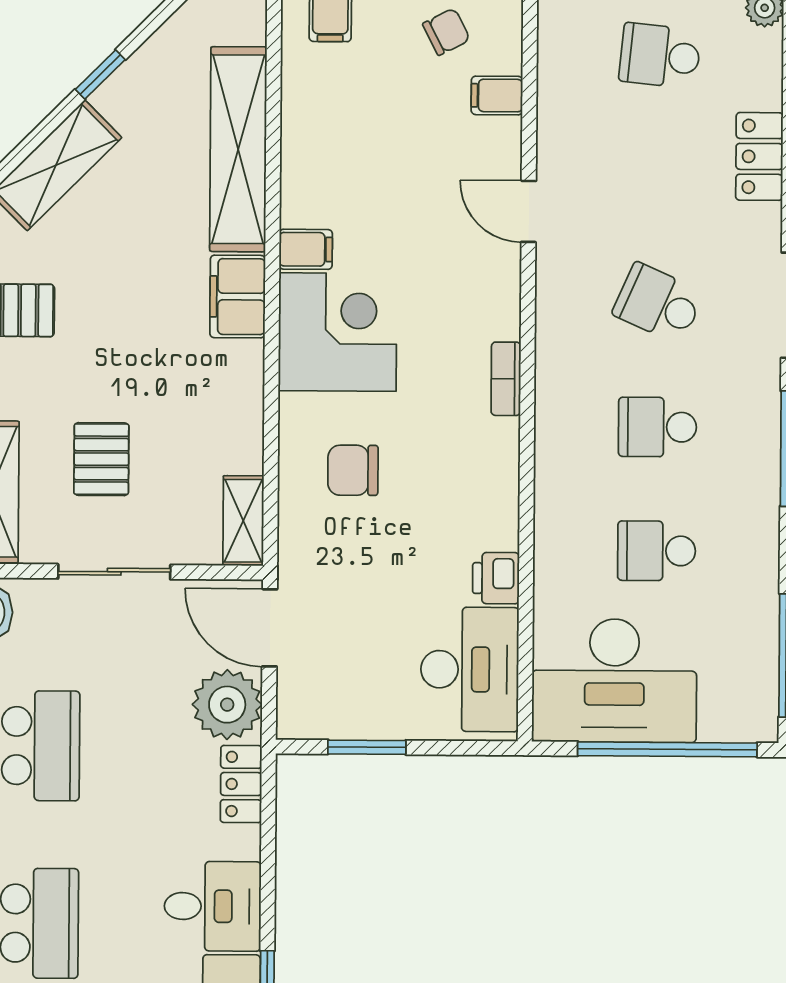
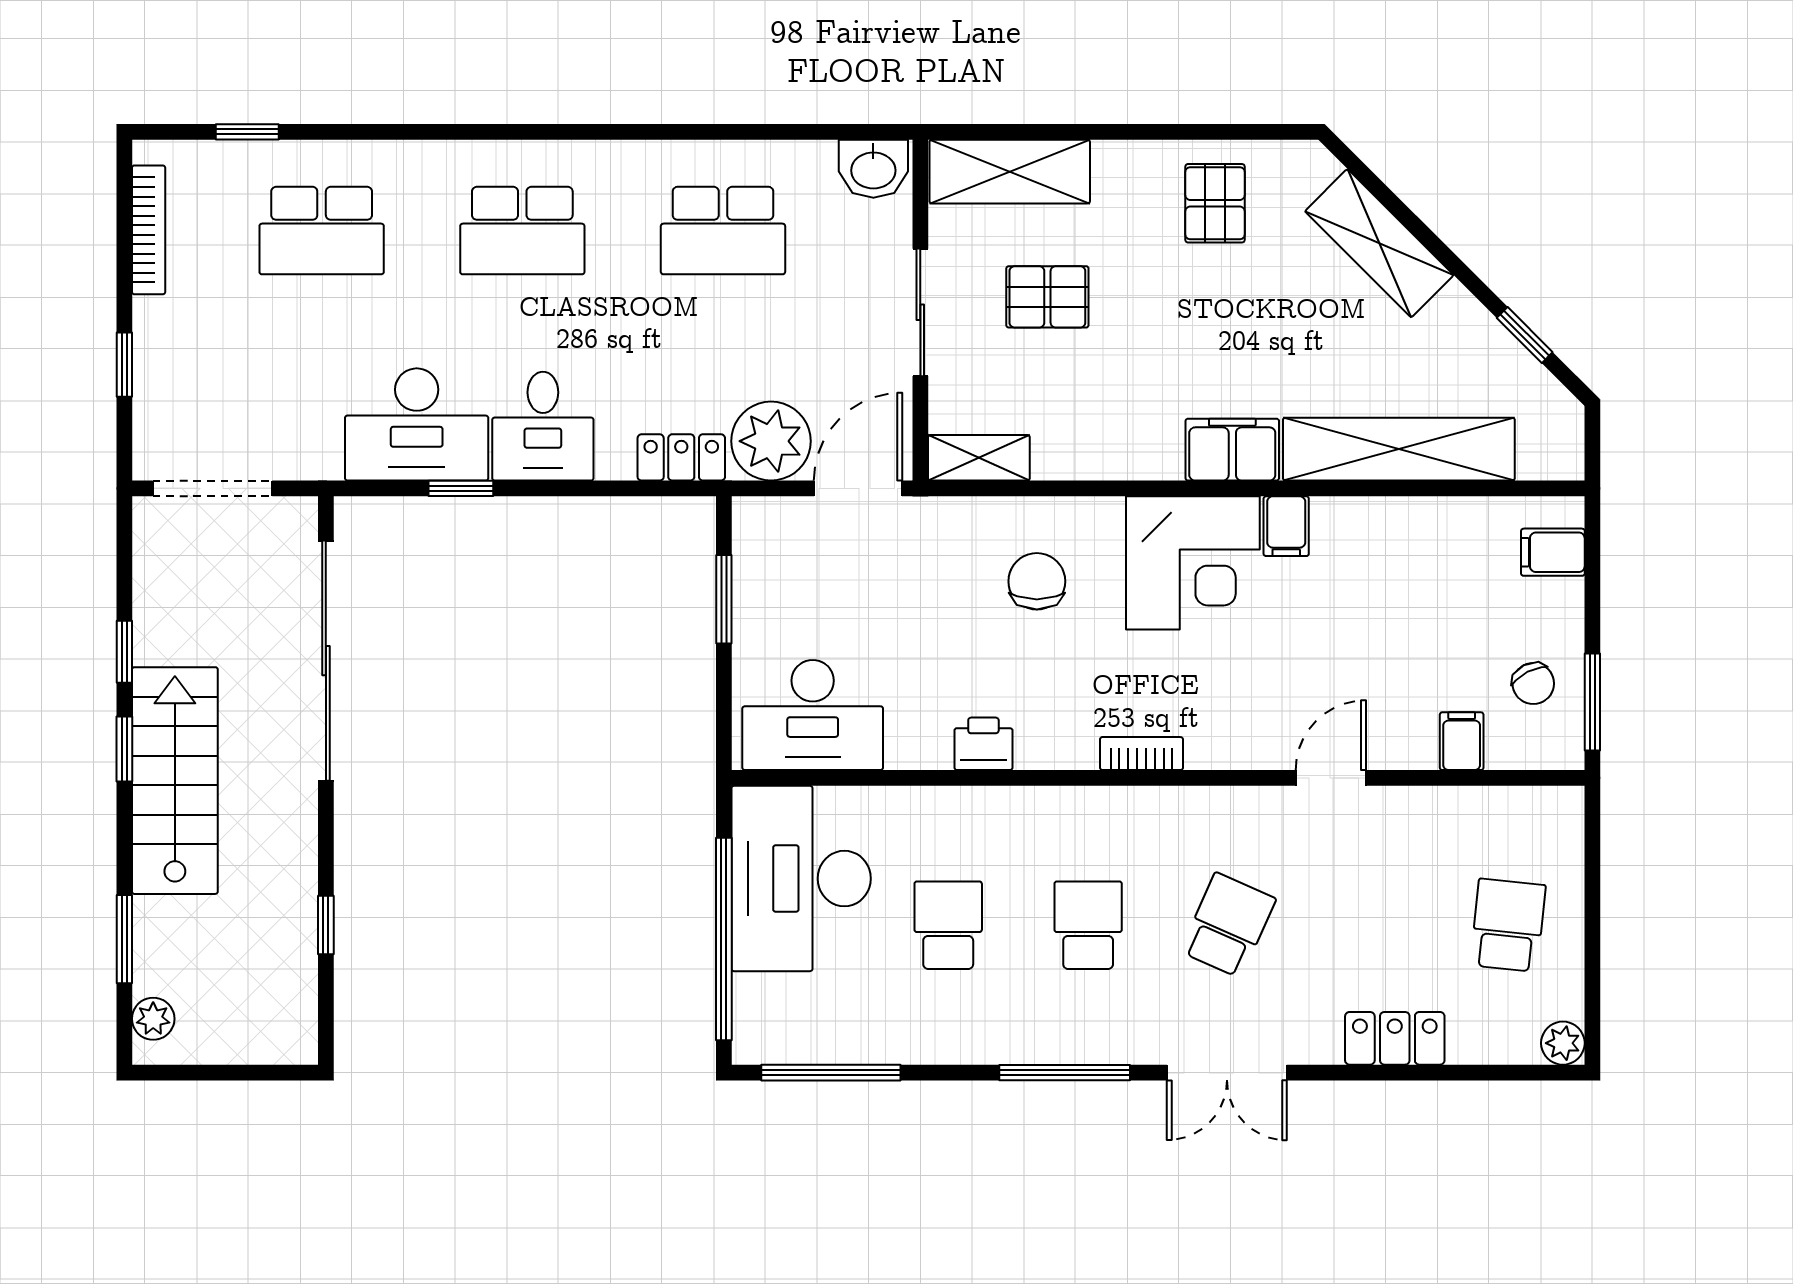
window: (100, 74) -> (1525, 335), moved
printer: (496, 578) -> (983, 744), moved

